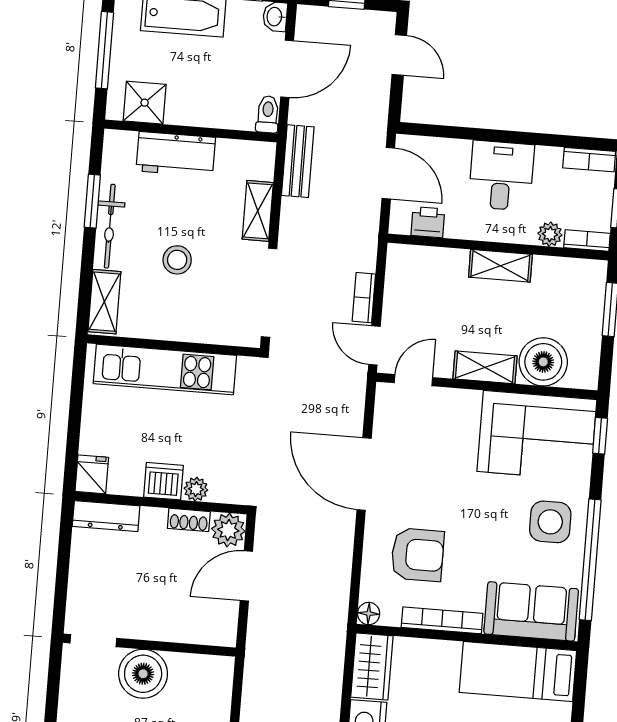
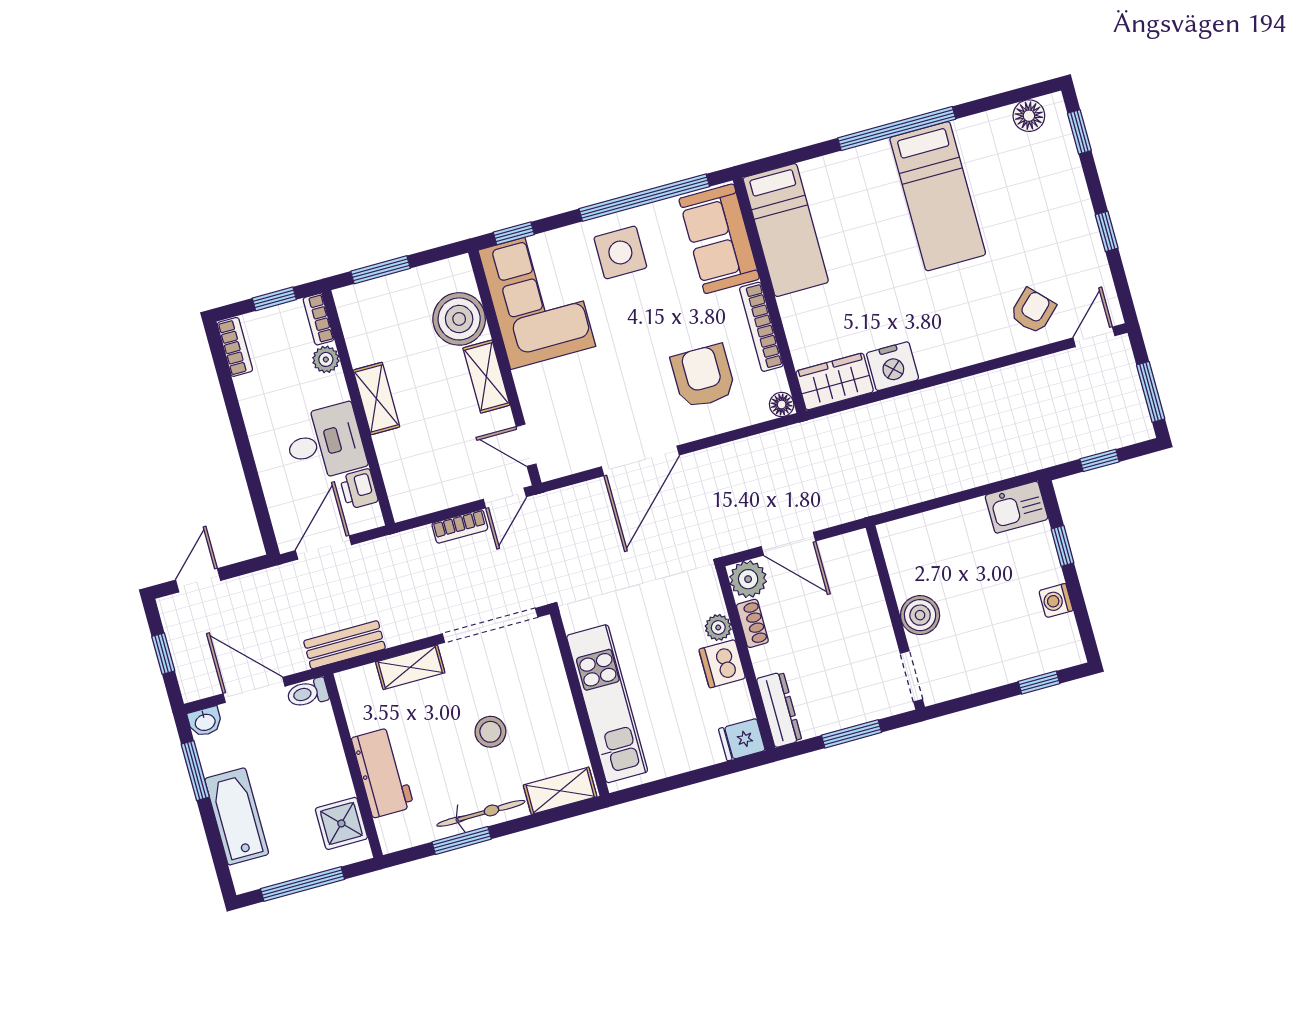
desk: (501, 176) -> (325, 443), moved, turned 180
window: (63, 571) -> (851, 734), added
boiler: (143, 674) -> (920, 615), width x0.73, depth x0.73

